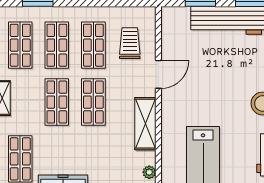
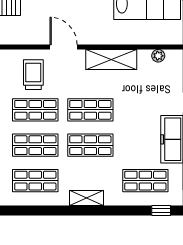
trolley: (130, 43) -> (33, 75), turned 90

